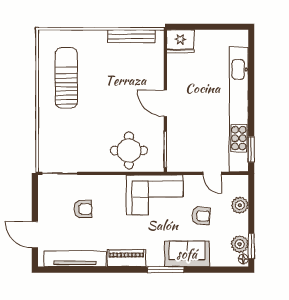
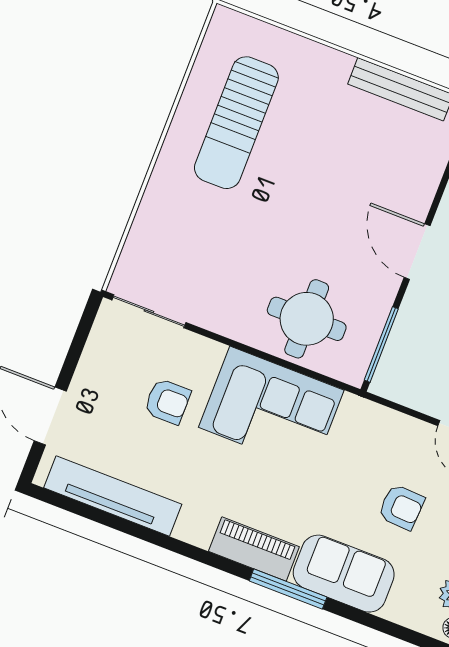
sun lounger: (66, 78) -> (236, 123), turned 180
corner sofa: (155, 195) -> (271, 409), moved
piano: (126, 258) -> (254, 549), moved

